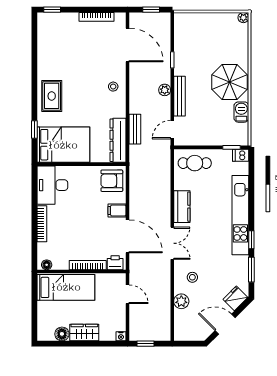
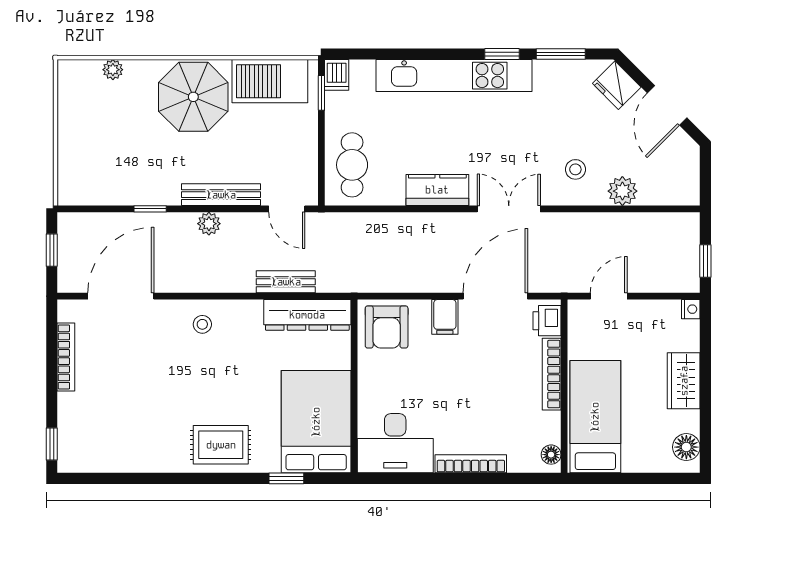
plant: (243, 18) -> (113, 70), moved
barbecue: (241, 112) -> (270, 81), width x1.88, depth x1.53
floor lamp: (62, 334) -> (686, 447), moved

